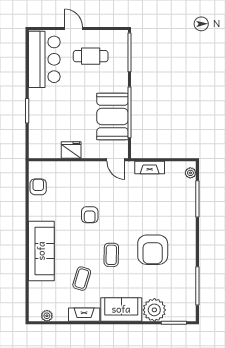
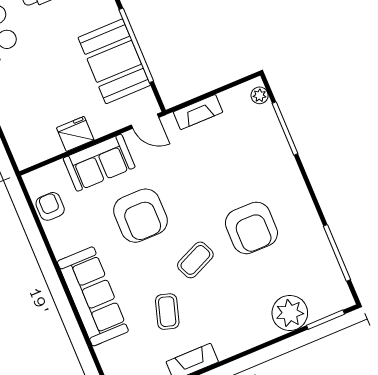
armchair: (90, 215) -> (140, 216), width x1.88, depth x1.88
coffee table: (111, 255) -> (195, 260), turned 65
sofa: (121, 309) -> (99, 163), moved, turned 180

